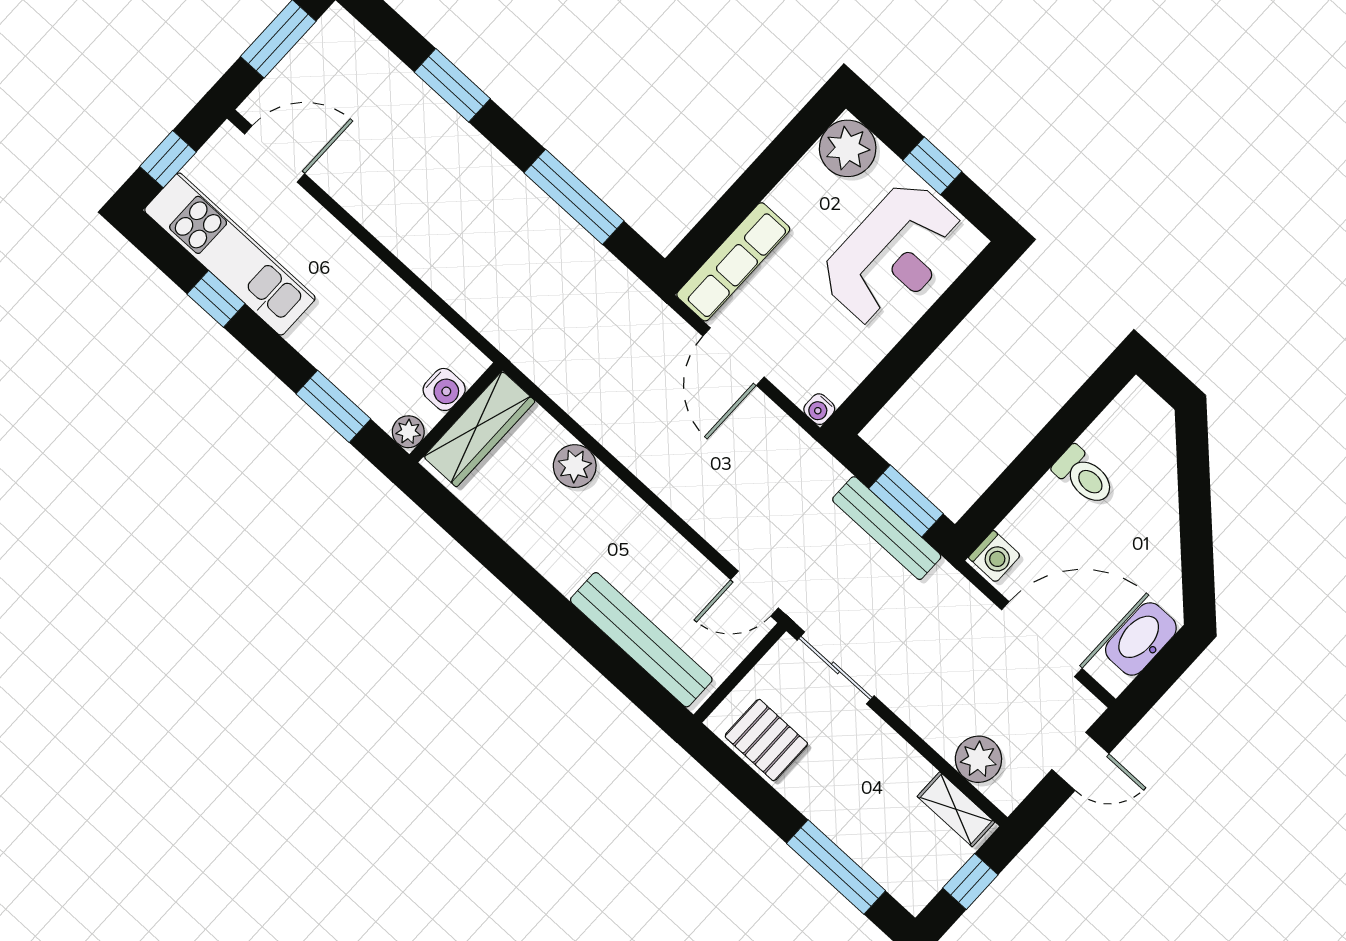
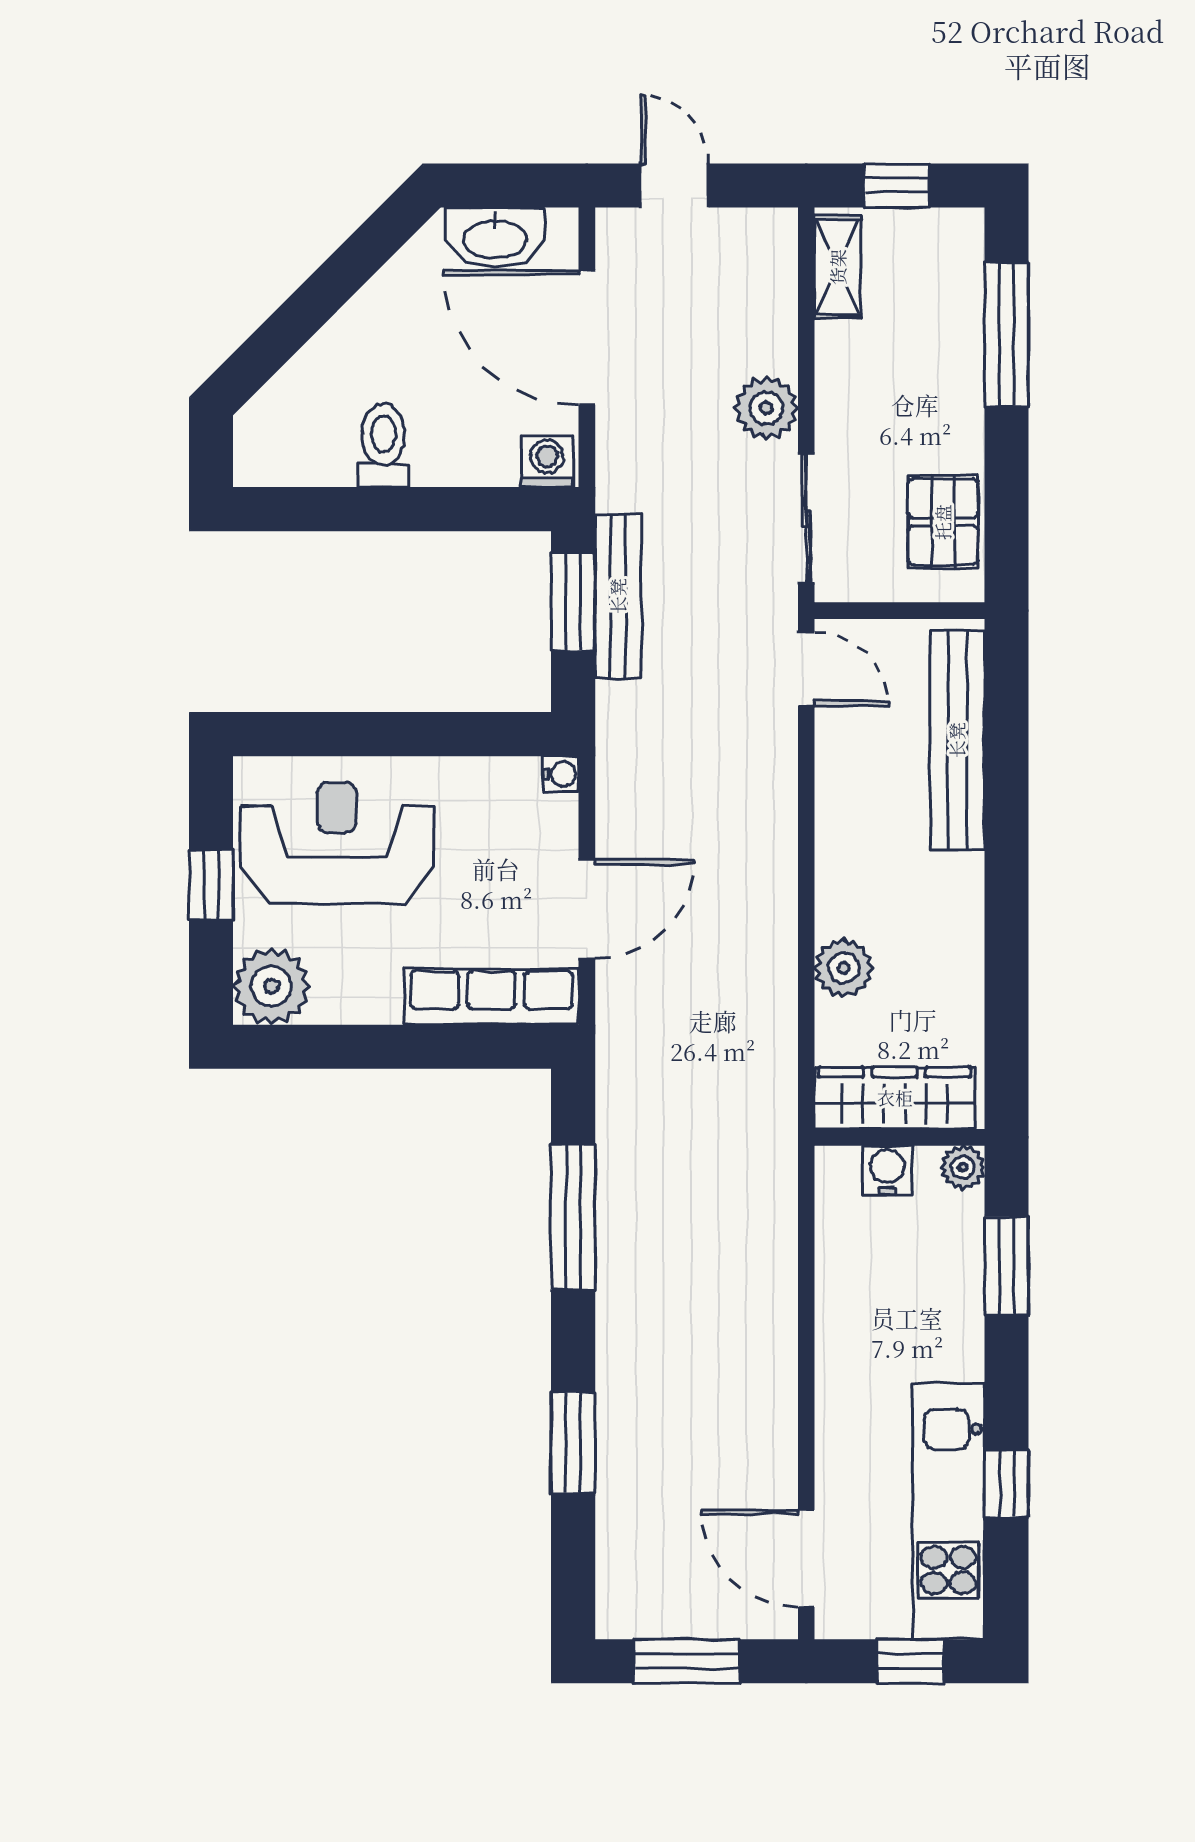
plant: (978, 759) -> (766, 408), moved

